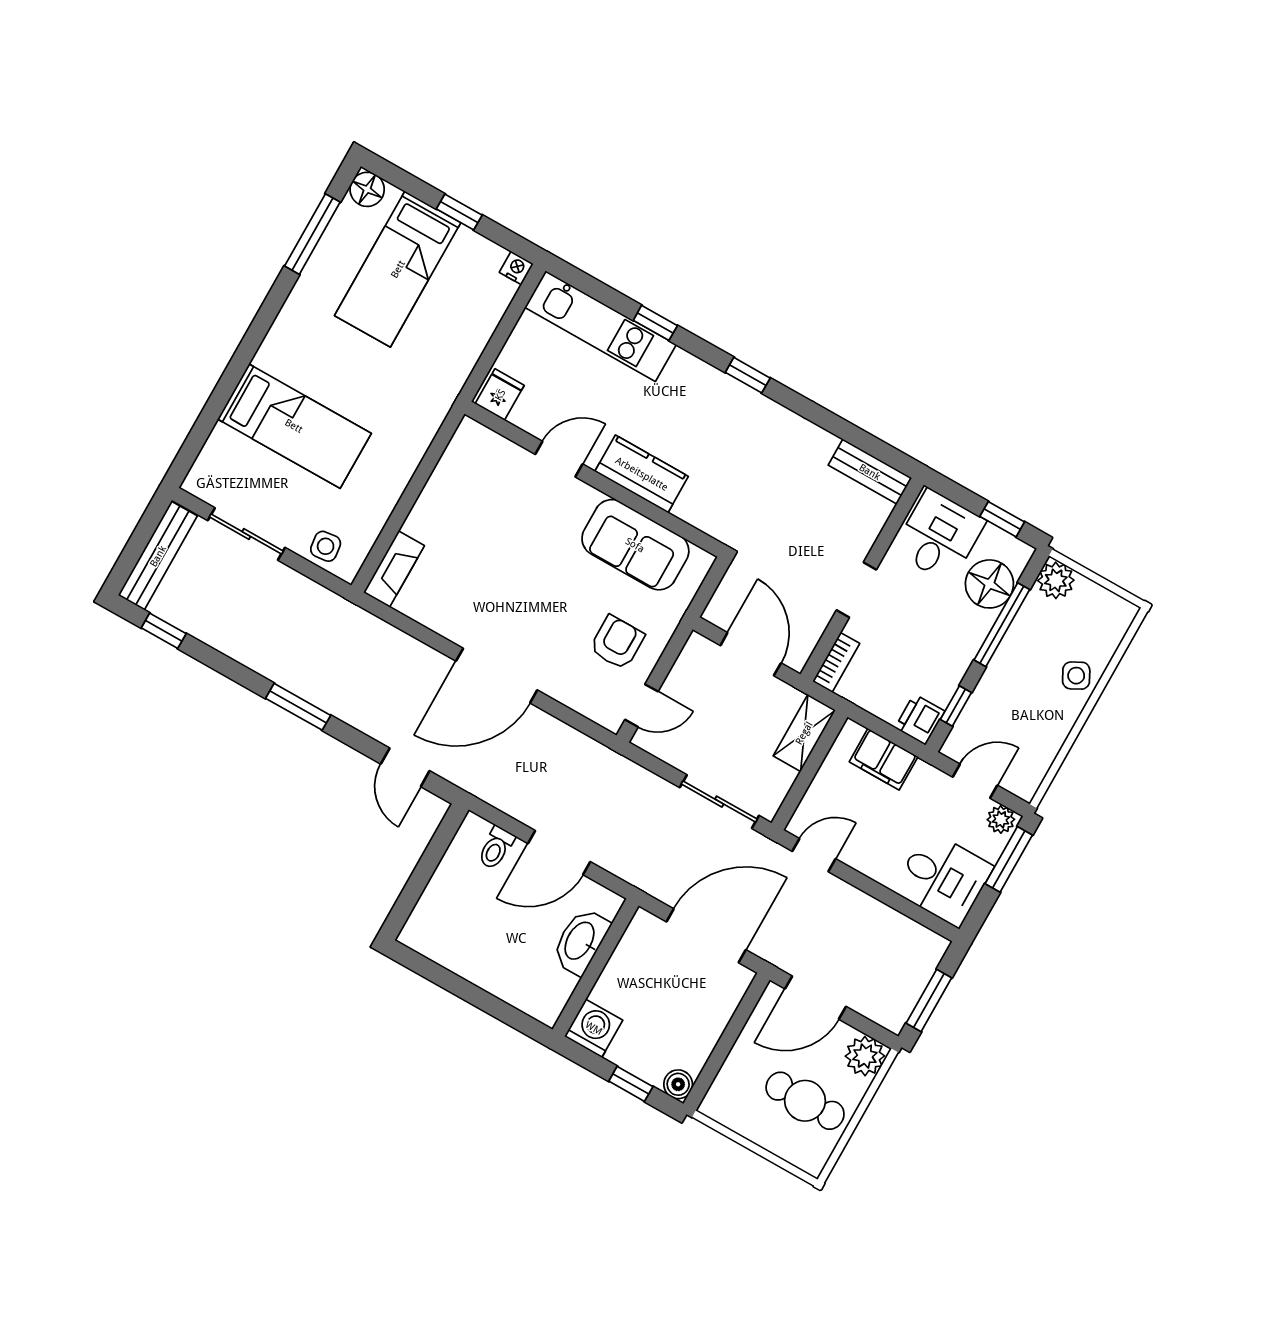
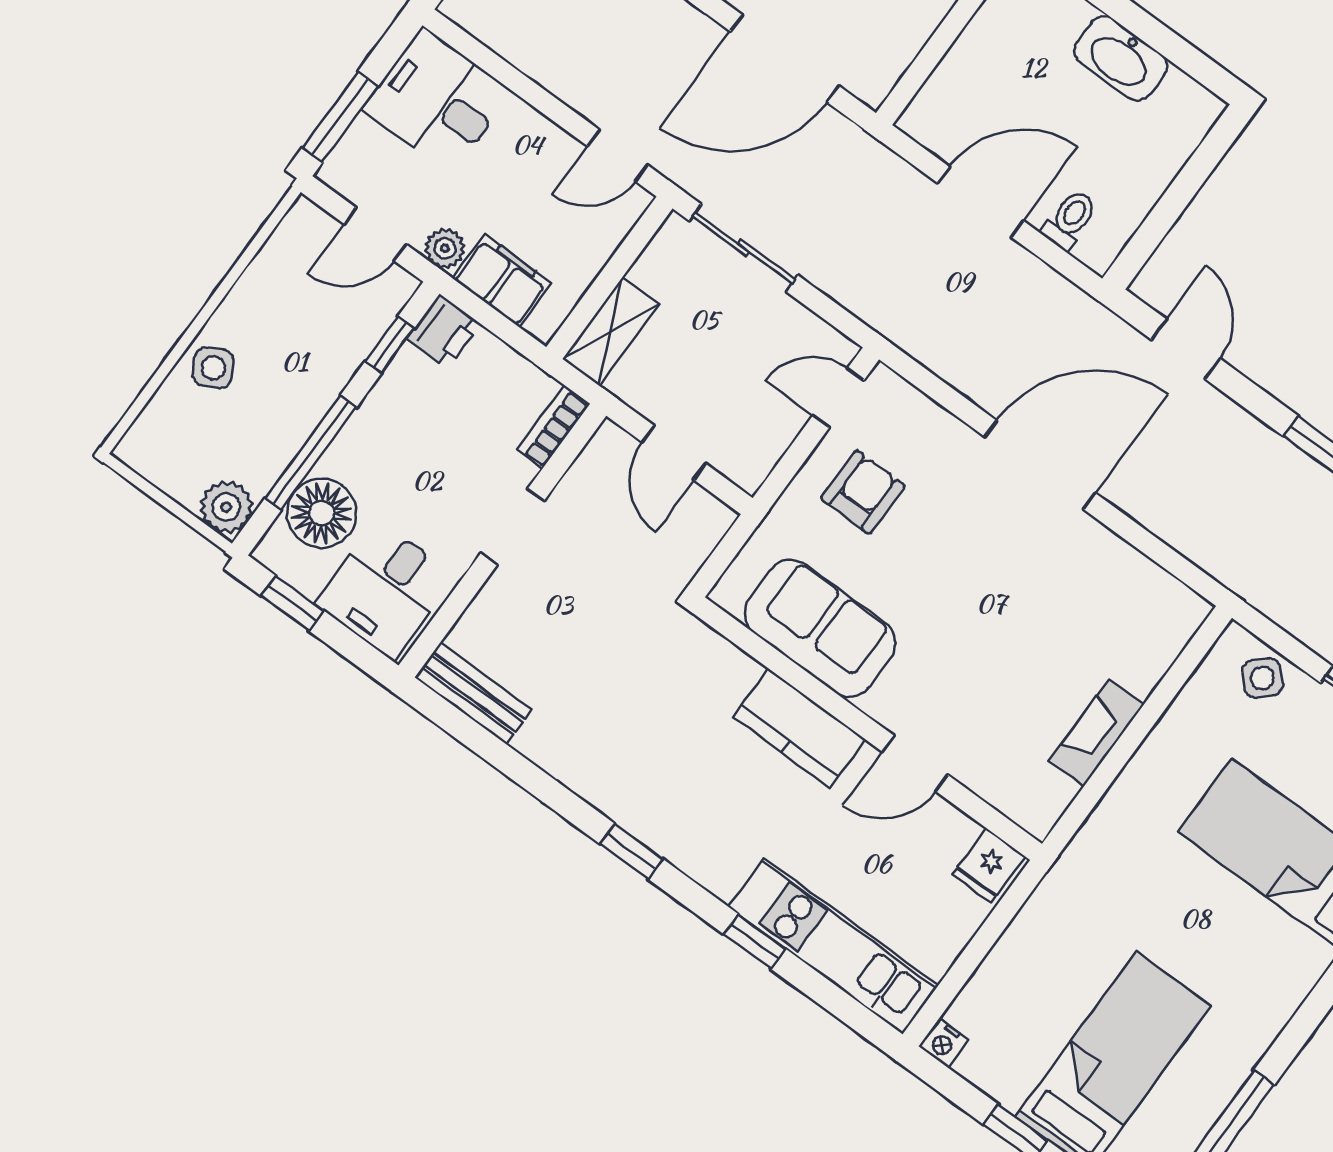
side table: (326, 546) -> (1262, 678), turned -37
fireplace: (394, 569) -> (1097, 733), moved
armchair: (617, 642) -> (863, 492), turned 180
door: (751, 654) -> (674, 453), width x0.73
plant: (1001, 819) -> (445, 248), moved
washbasin: (580, 941) -> (1121, 58), moved, turned 90

